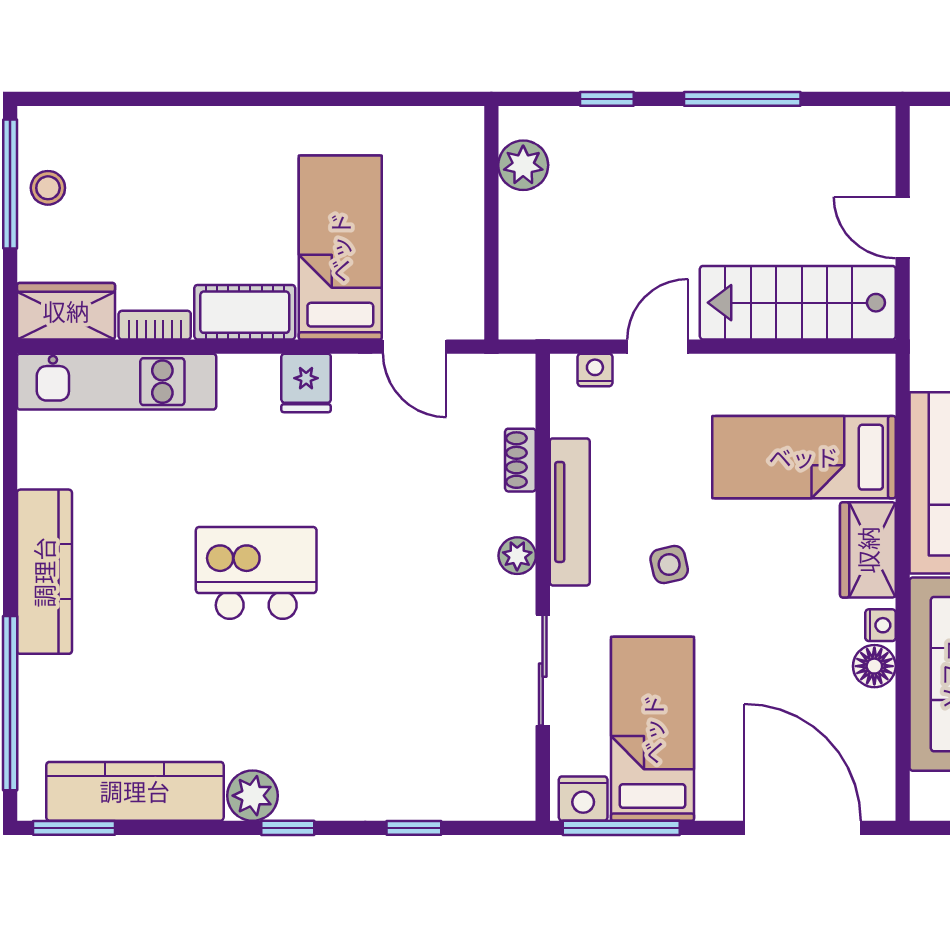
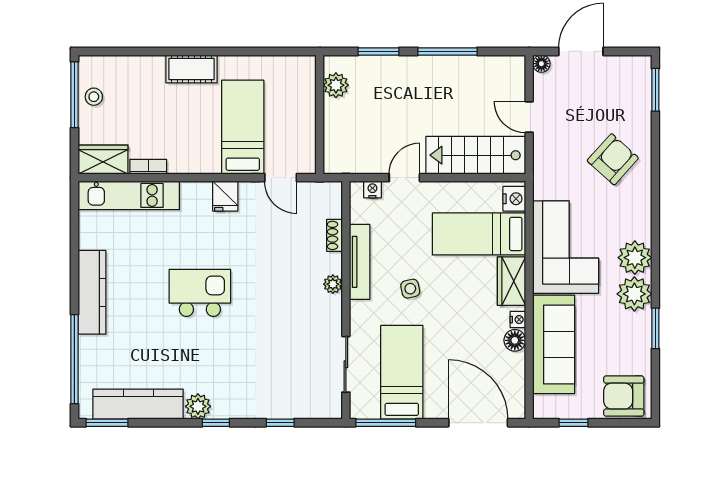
window: (607, 99) -> (379, 51), width x1.50
floor lamp: (927, 123) -> (541, 64), added
cot: (245, 312) -> (192, 69), moved
sliding door: (543, 670) -> (346, 364), moved
nightstand: (583, 799) -> (514, 199), moved, turned -90

